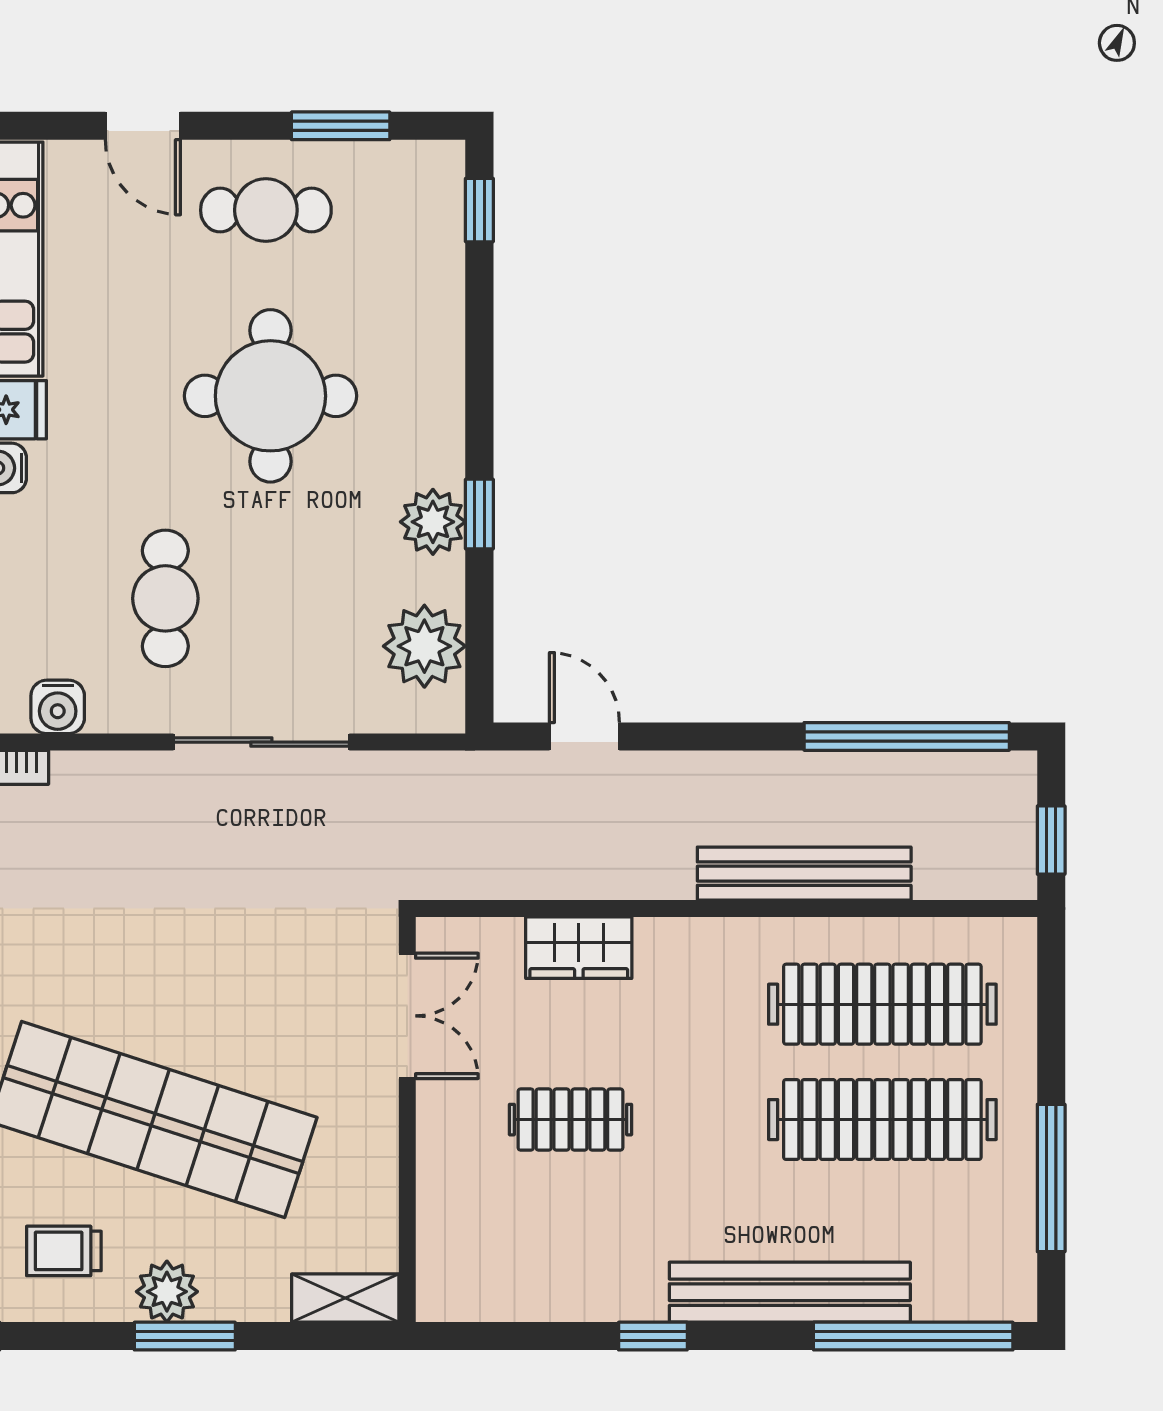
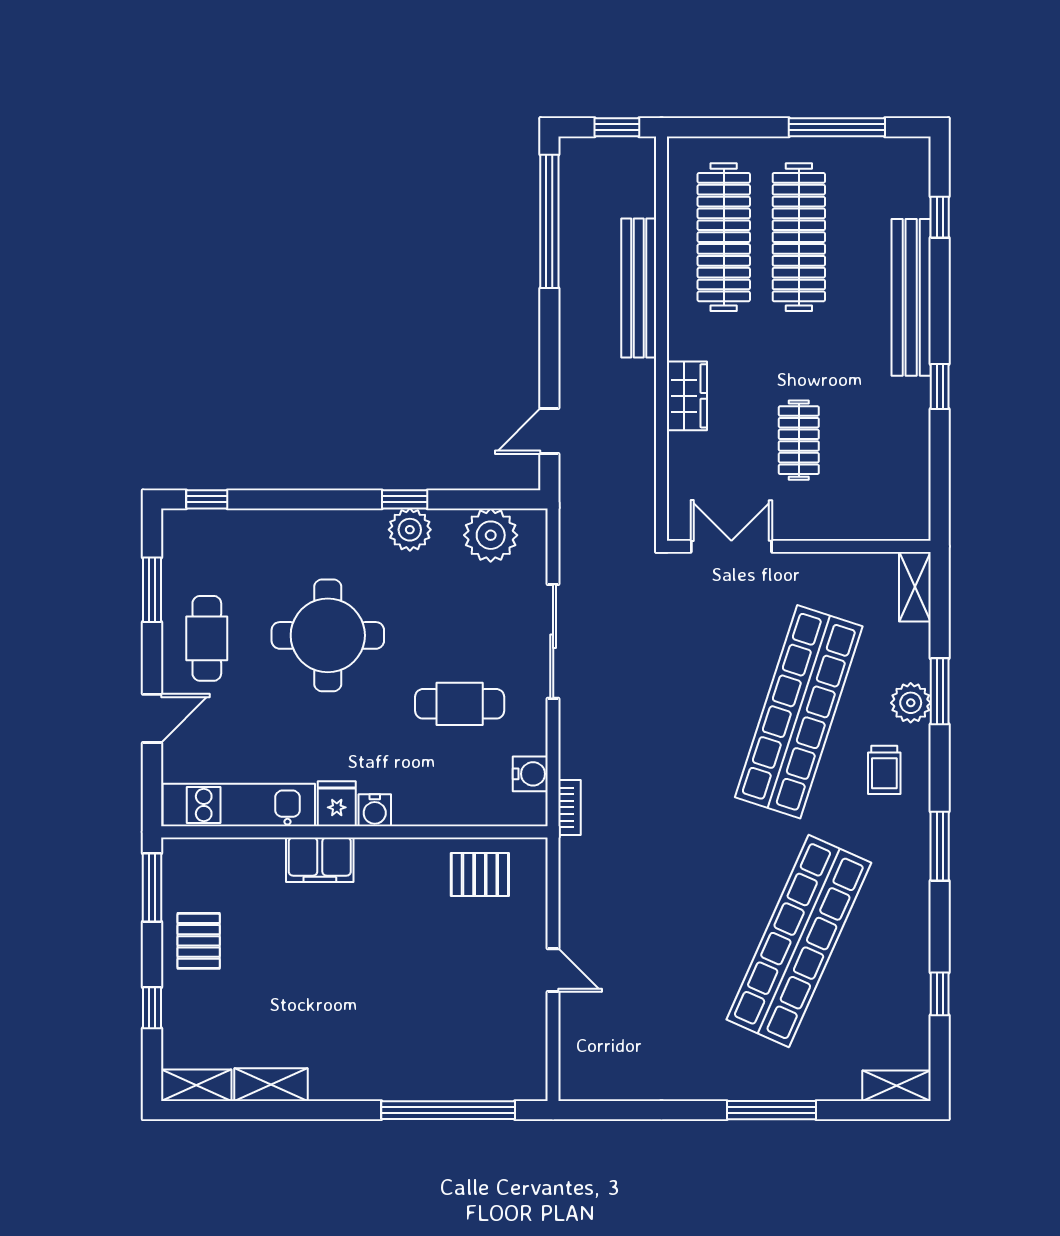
wardrobe: (579, 948) -> (687, 396), moved
window: (913, 1336) -> (940, 217), width x0.32

